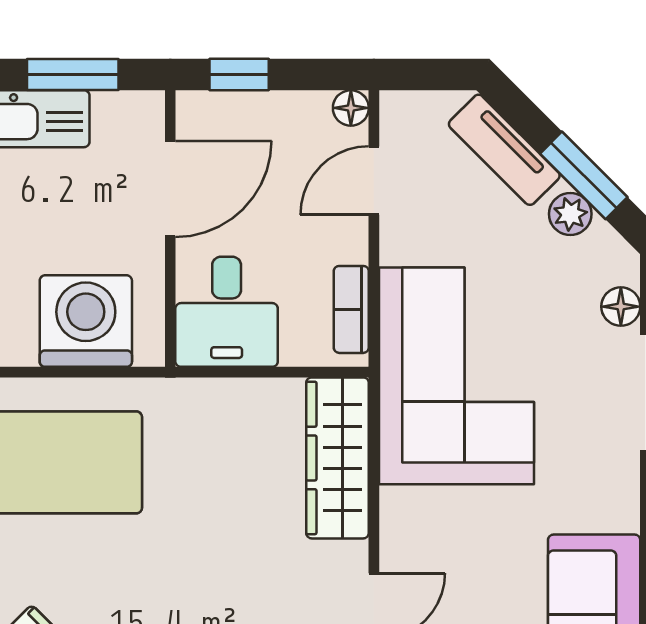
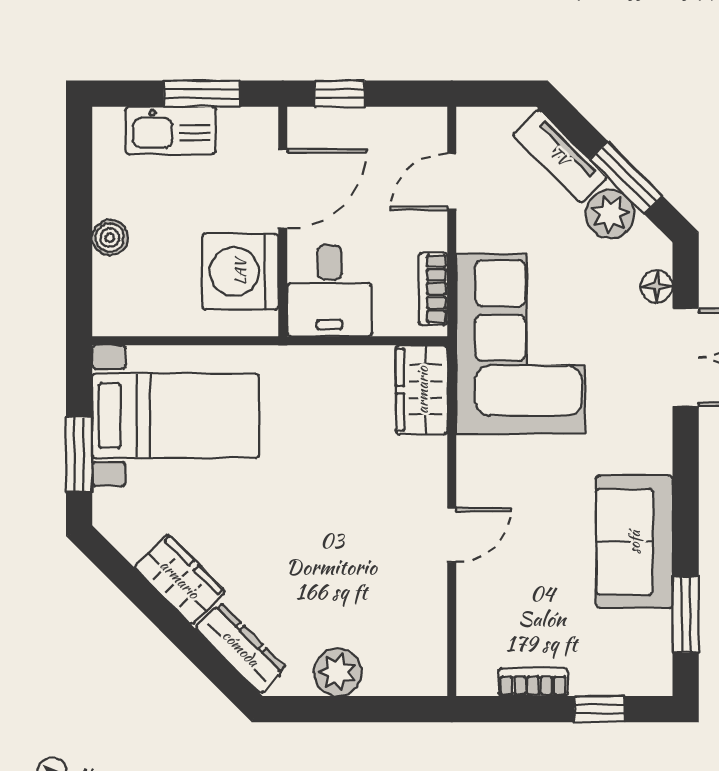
floor lamp: (351, 108) -> (433, 122), removed
plant: (570, 214) -> (610, 214), width x1.38, depth x1.38
washing machine: (86, 321) -> (240, 272), moved, turned -90
wardrobe: (337, 458) -> (422, 390), width x0.67

